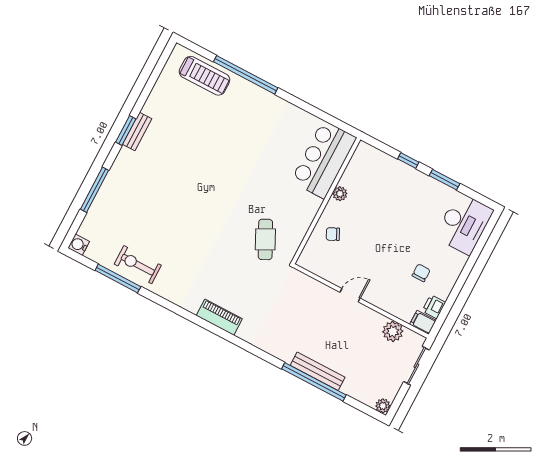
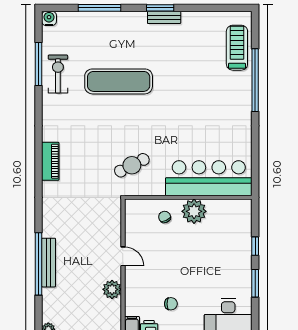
treadmill: (204, 76) -> (237, 48), turned 180
bar counter: (324, 160) -> (209, 178), width x1.36
plant: (340, 194) -> (194, 211), width x1.87, depth x1.87
exercise mat: (176, 209) -> (119, 81), added
plant: (393, 331) -> (112, 289), moved

